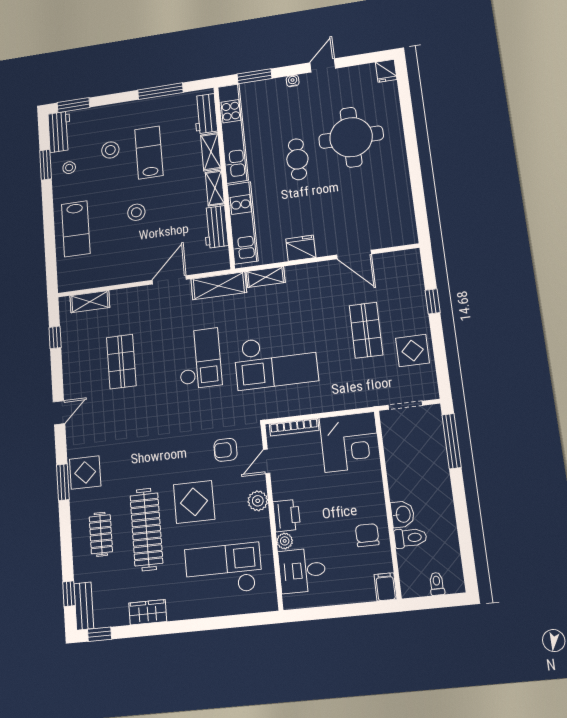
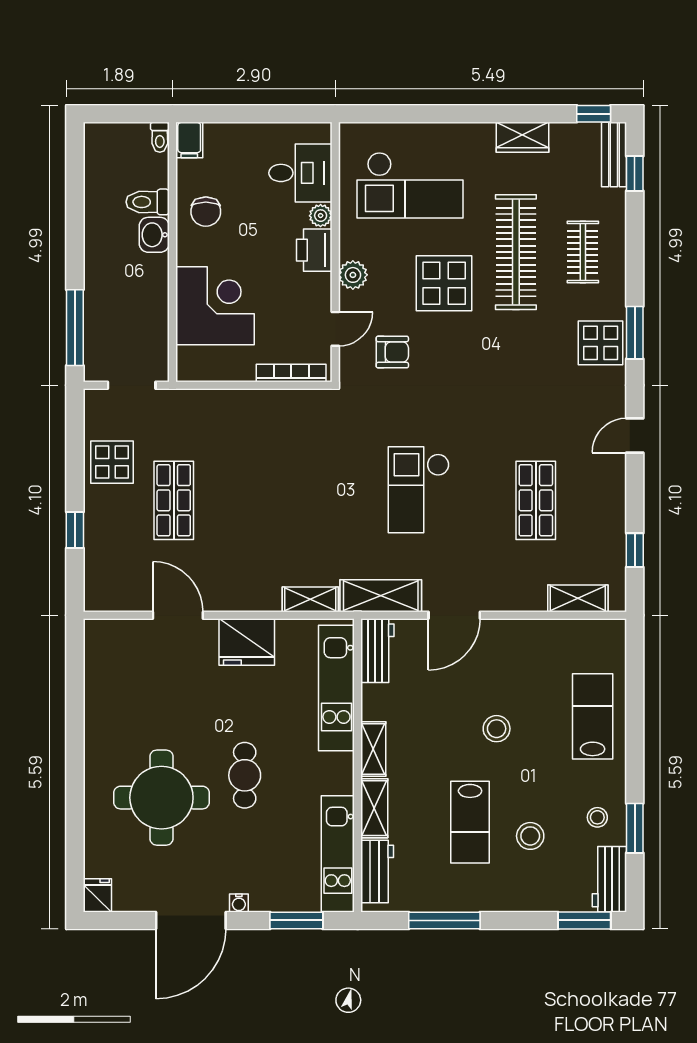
door: (323, 65) -> (191, 920), width x1.88
kitchen unit: (233, 133) -> (338, 854), width x0.73
workbench: (216, 227) -> (377, 651), moved
fridge: (301, 248) -> (247, 642), width x1.36, depth x1.34
checkout: (276, 361) -> (308, 472), removed
corner desk: (350, 442) -> (215, 306), moved, turned 90
toilet: (437, 584) -> (160, 137), moved

